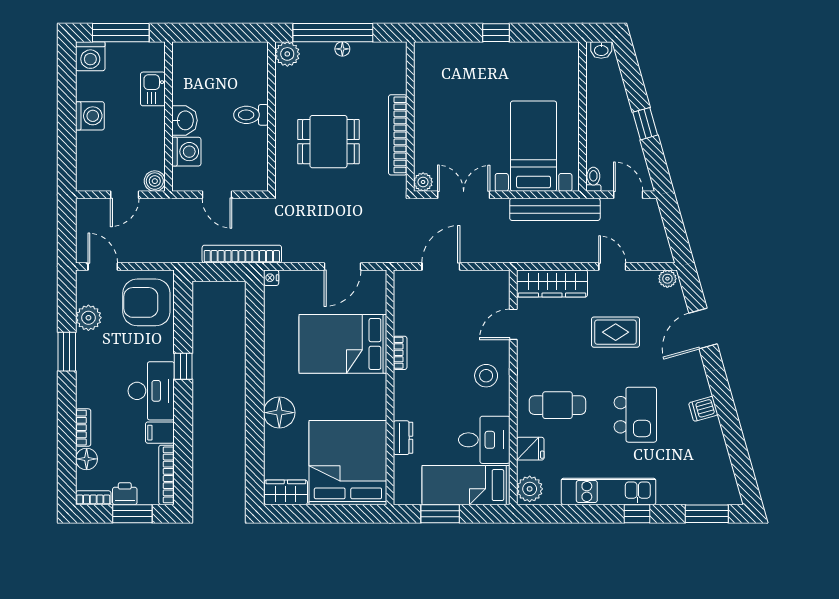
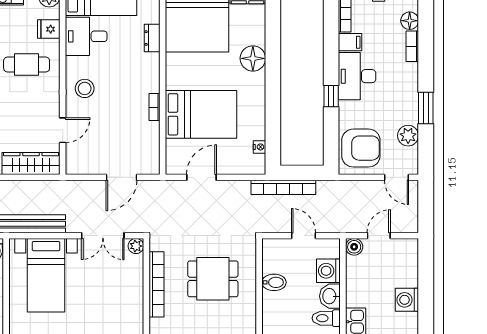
toilet: (251, 115) -> (326, 318), moved, turned 180
bidet: (253, 137) -> (274, 282), added
nightstand: (271, 278) -> (260, 147), moved

